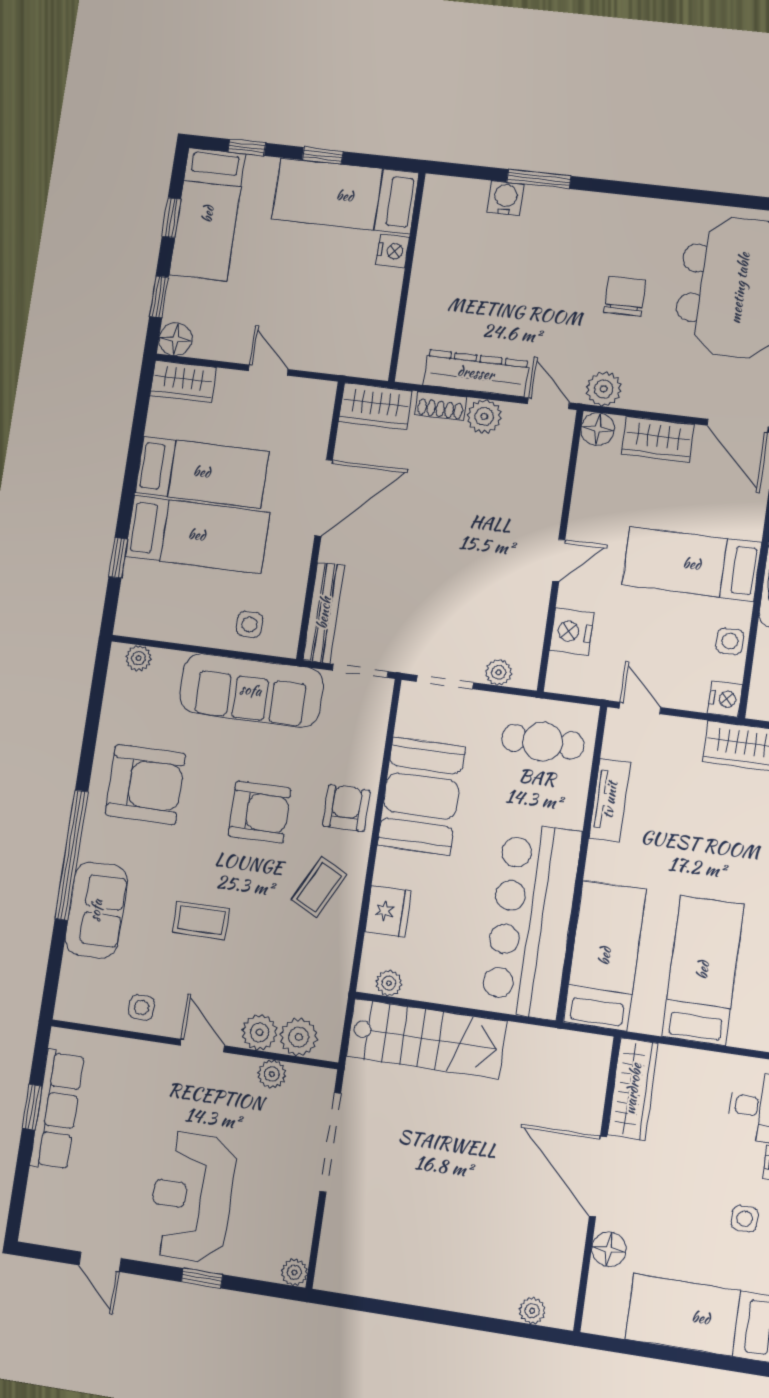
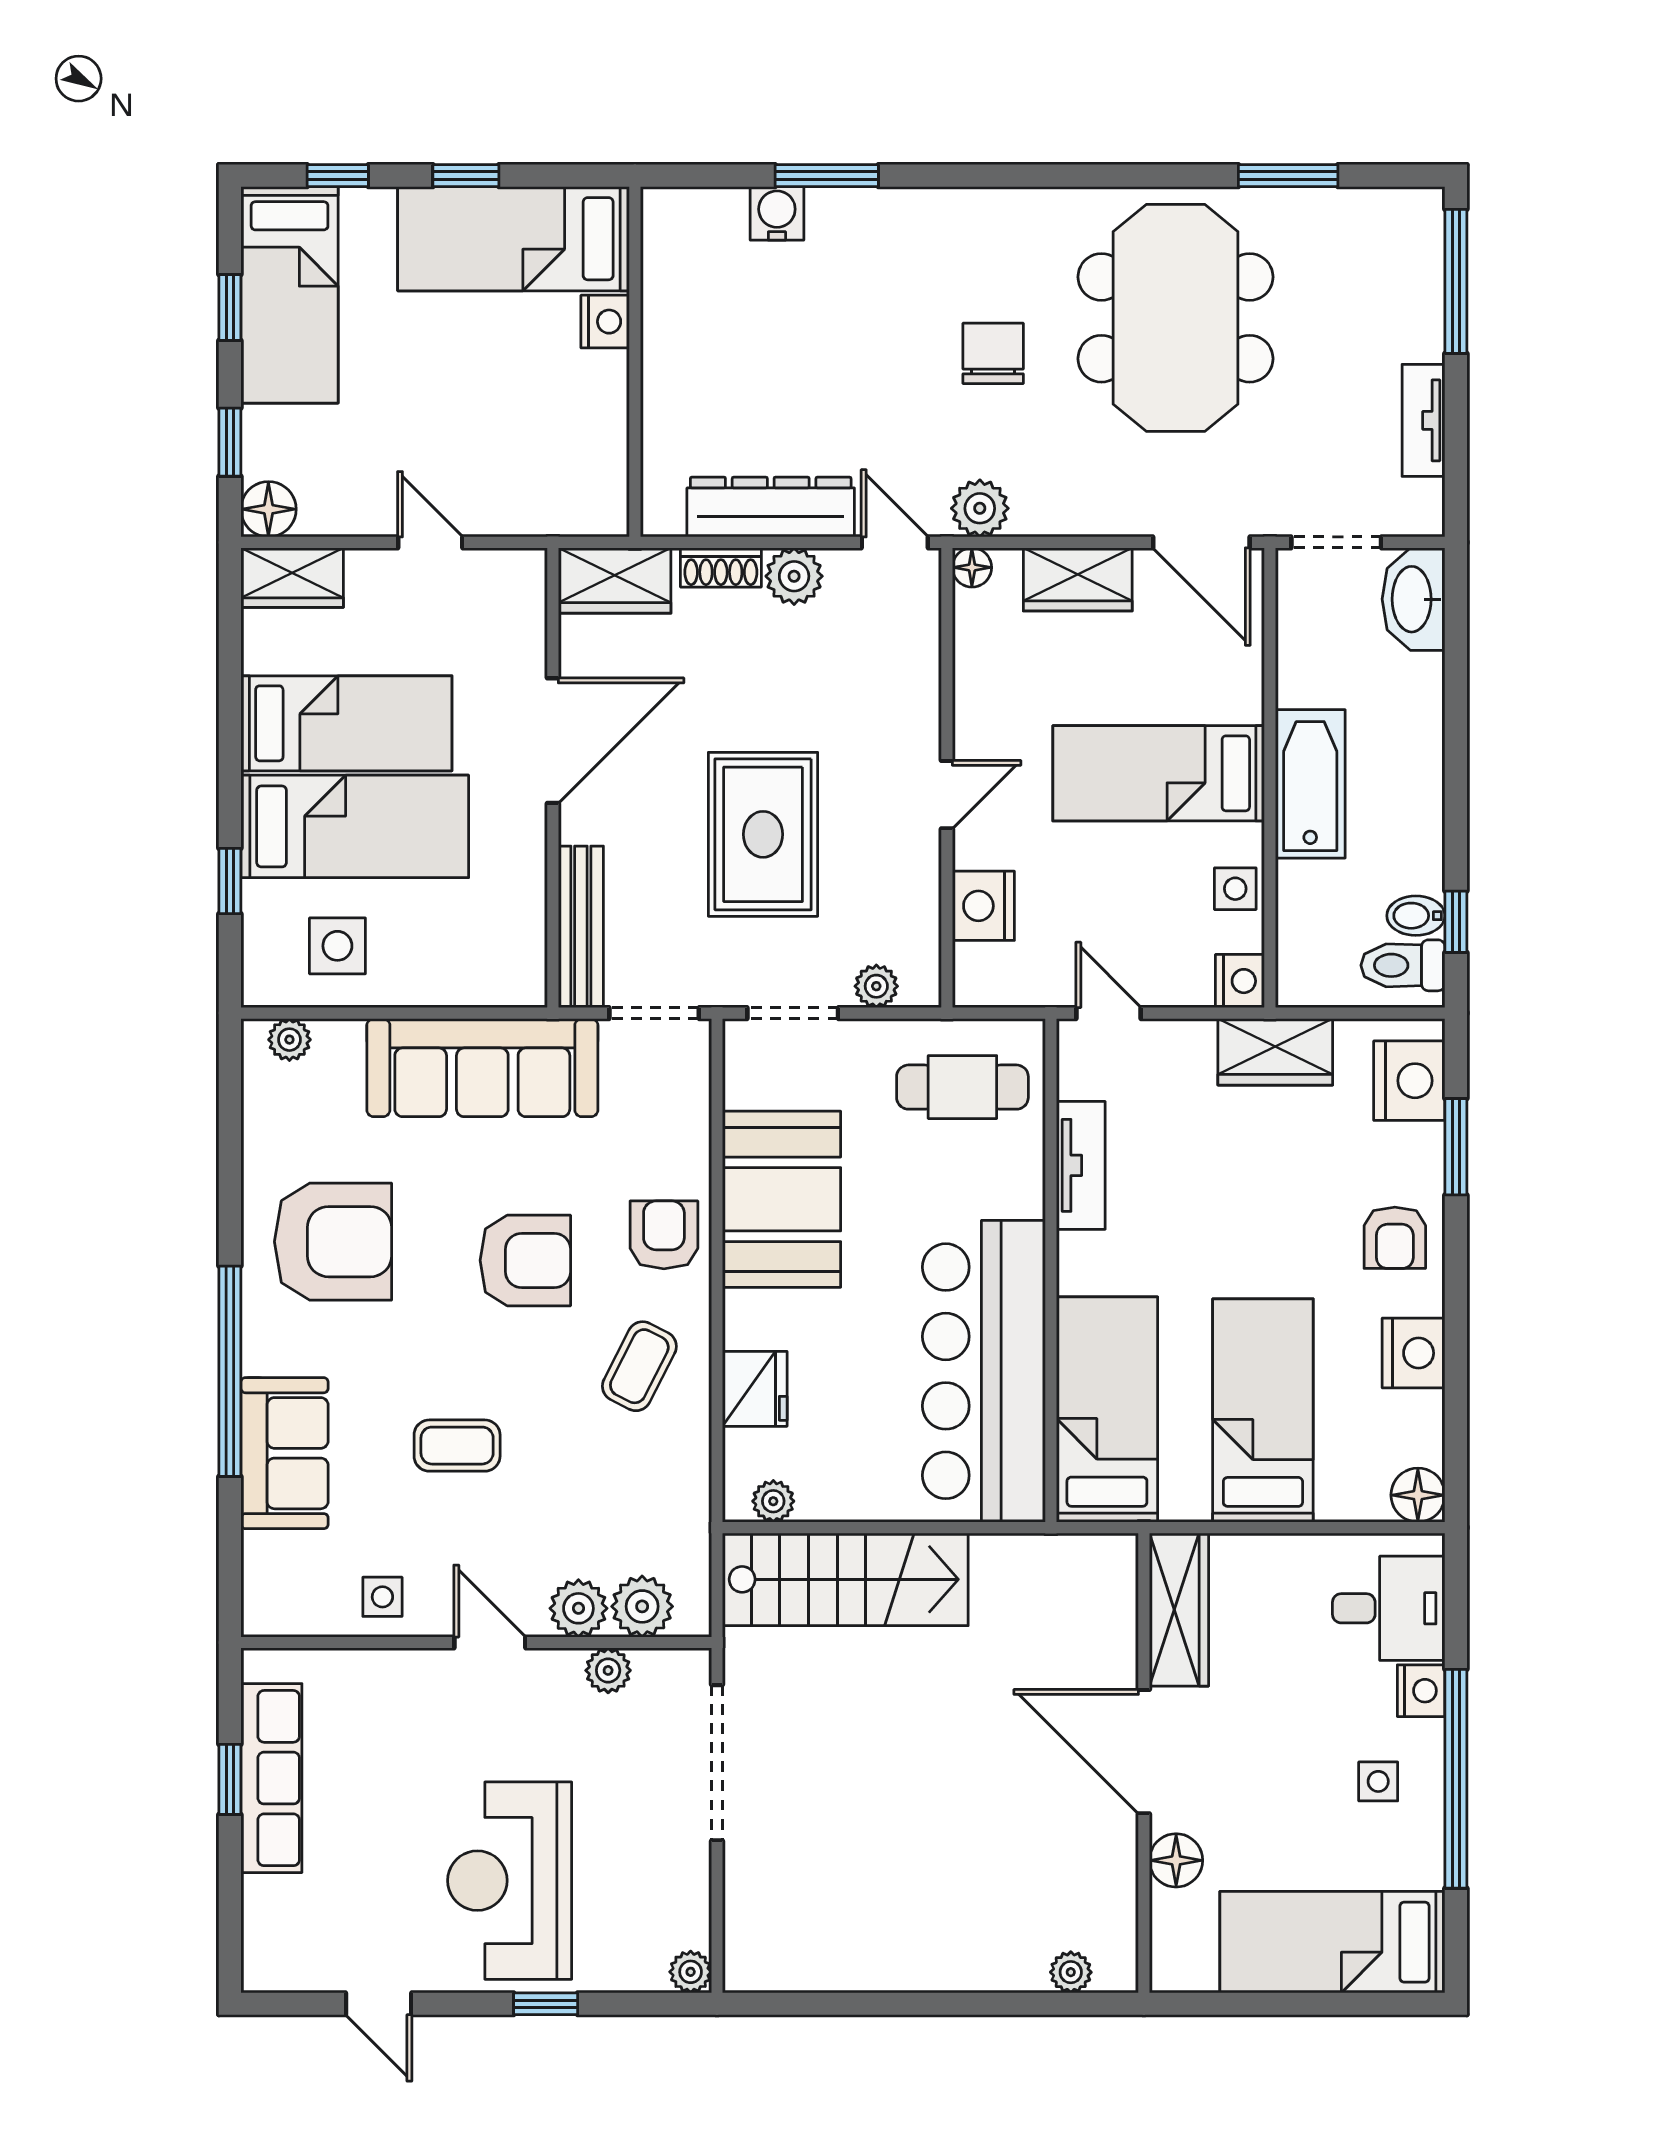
floor lamp: (598, 429) -> (972, 567), width x0.73, depth x0.73
rug: (443, 571) -> (763, 834), added
side table: (249, 624) -> (337, 946), moved, width x1.37, depth x1.37

